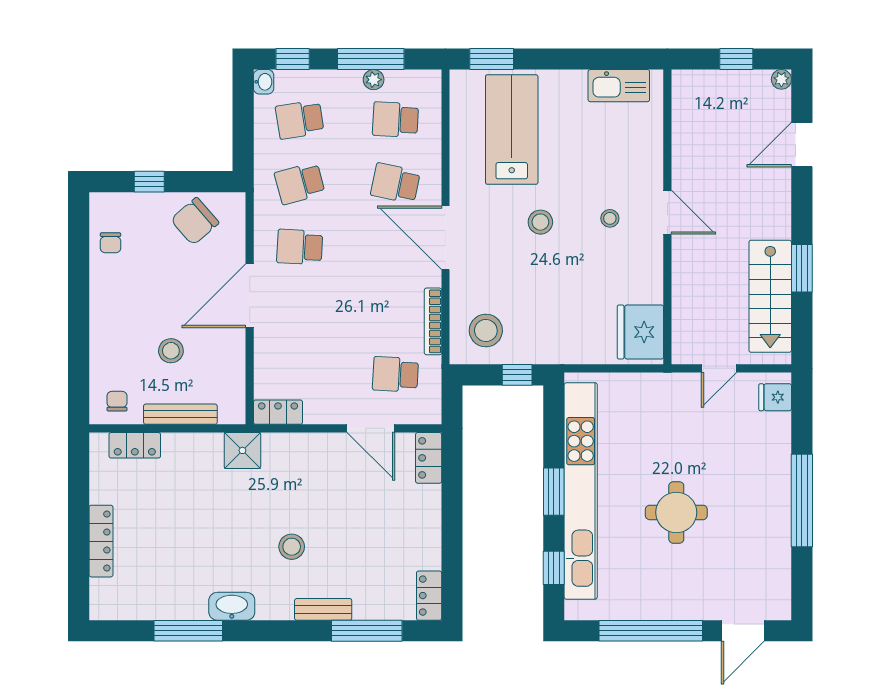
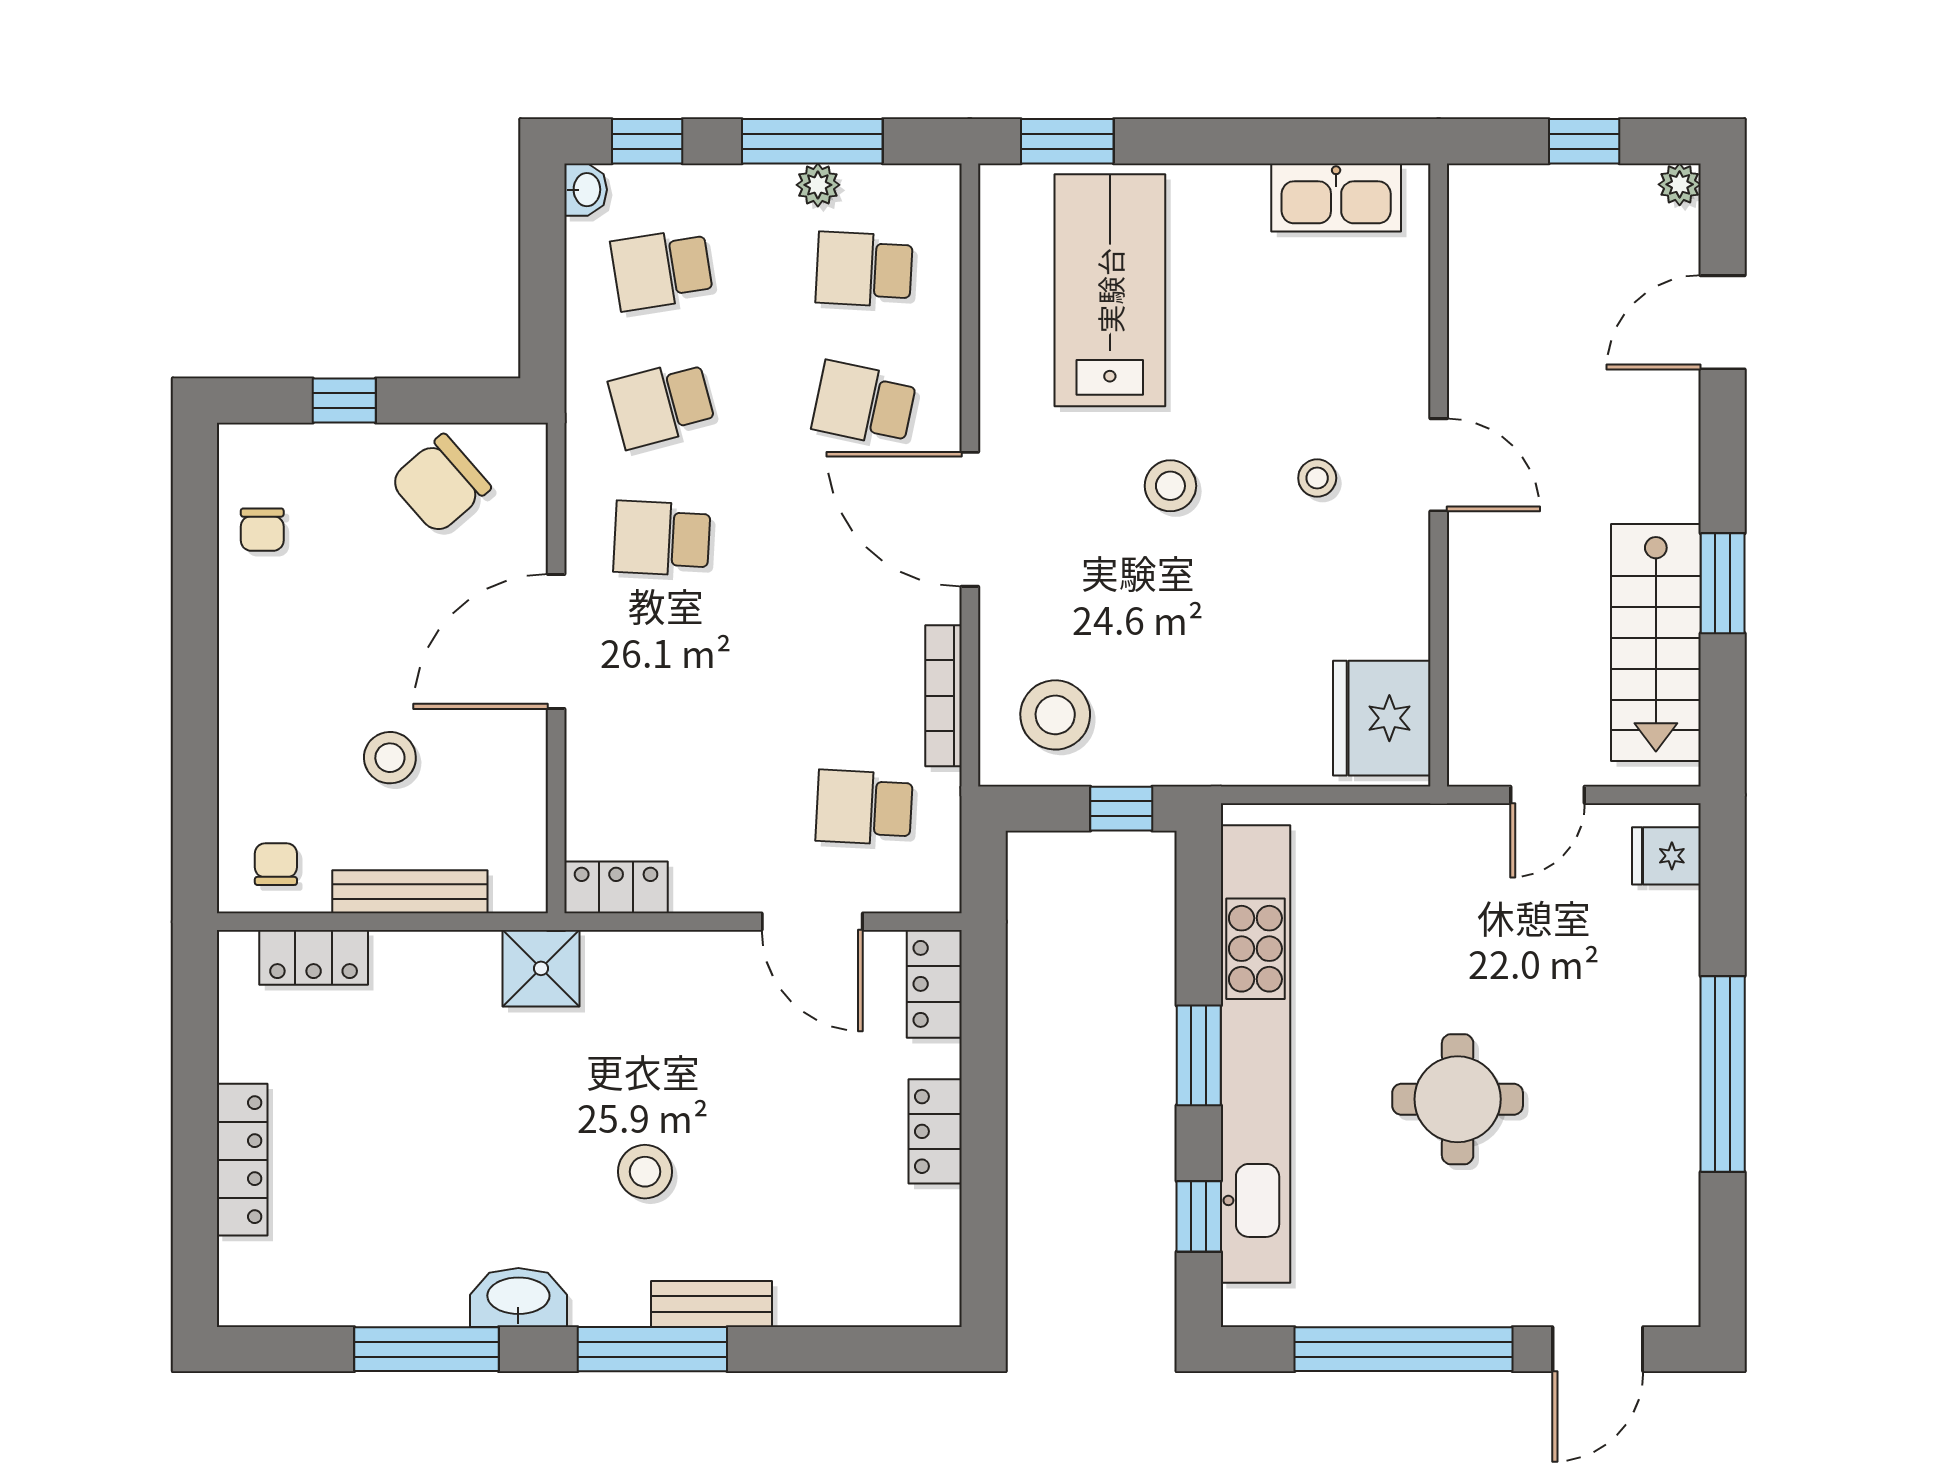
locker: (429, 596) -> (935, 1131), moved
window: (367, 631) -> (652, 1349), moved

